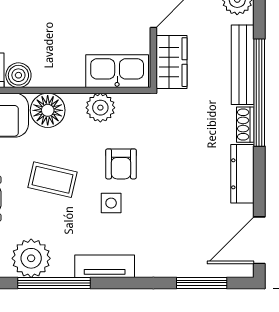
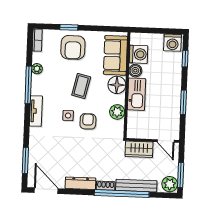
kitchen sink: (117, 71) -> (137, 94), moved
armchair: (121, 164) -> (88, 121), turned 90
plant: (31, 258) -> (37, 69), width x0.53, depth x0.53

